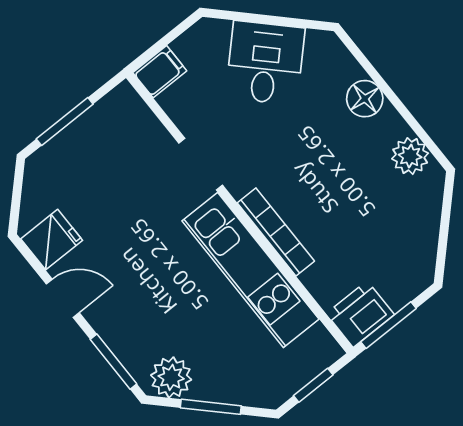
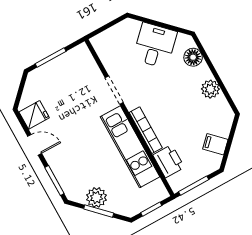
filing cabinet: (160, 72) -> (215, 144), moved, turned -135
floor lamp: (365, 99) -> (193, 57), moved
plant: (410, 156) -> (210, 89), moved
printer: (360, 314) -> (169, 161), moved, turned 90
plant: (171, 377) -> (96, 197), moved

